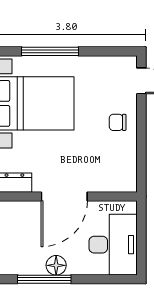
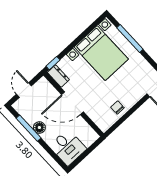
chair: (118, 122) -> (117, 107), moved
desk: (113, 245) -> (68, 147), width x0.73

